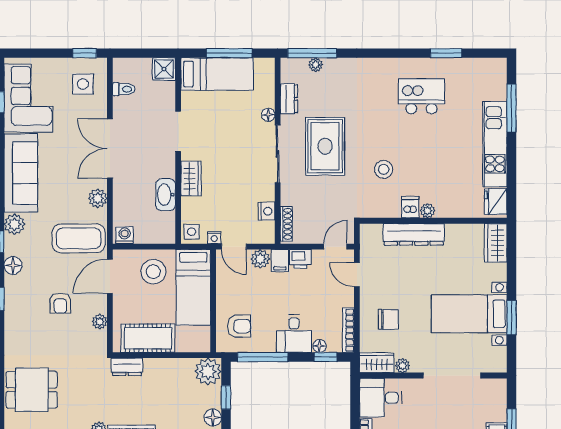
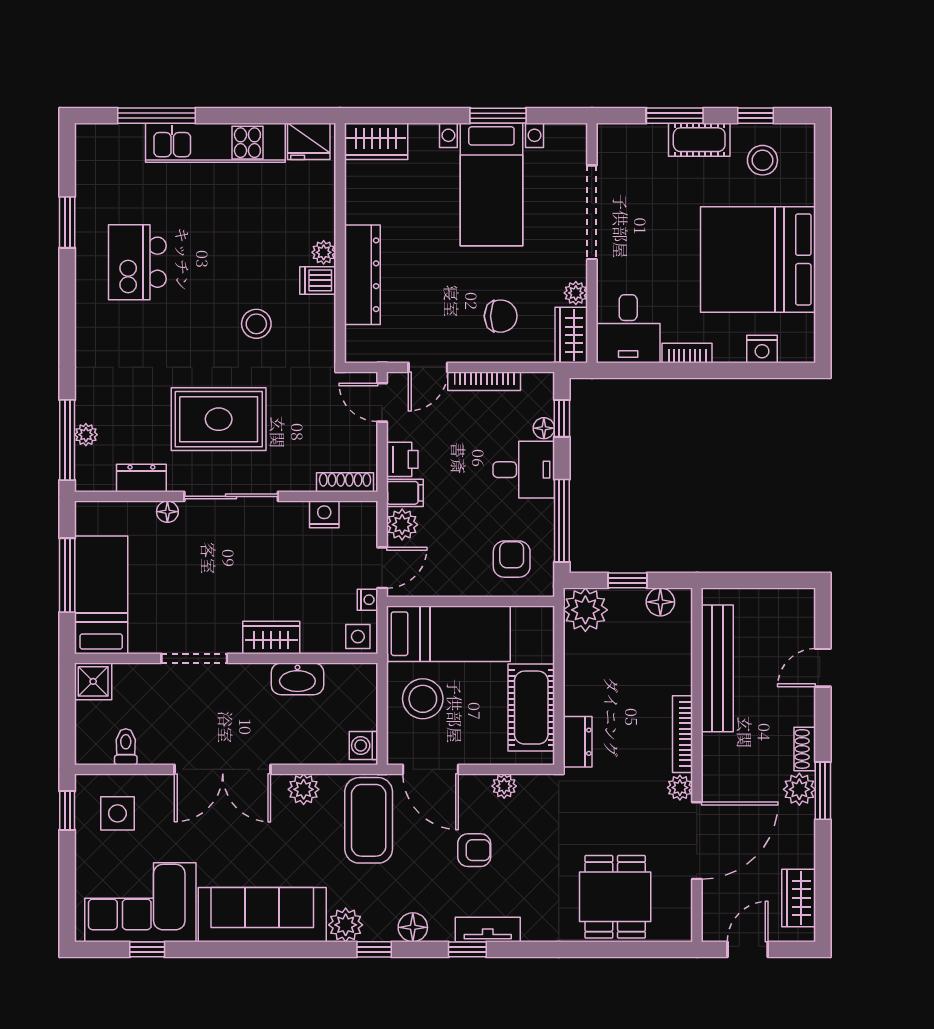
tv unit: (12, 312) -> (488, 929), added
chair: (388, 319) -> (501, 316), turned 90
bookcase: (348, 330) -> (484, 381), moved

